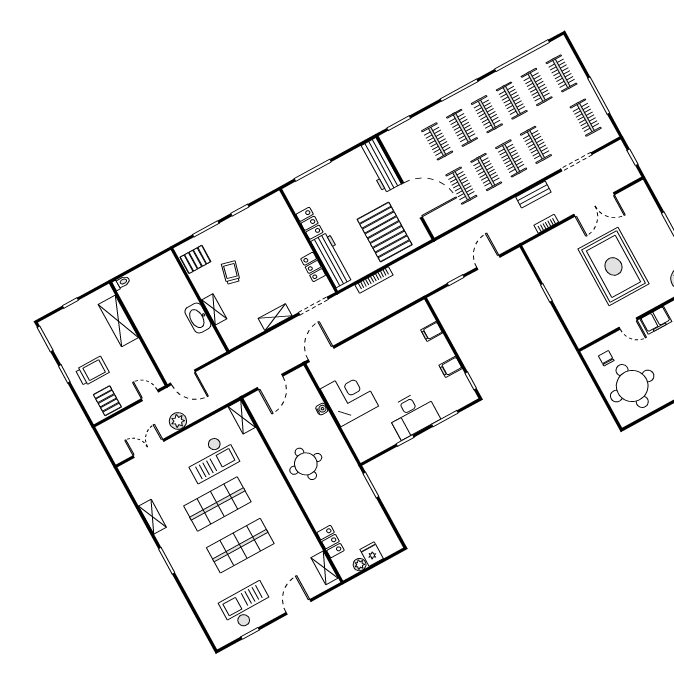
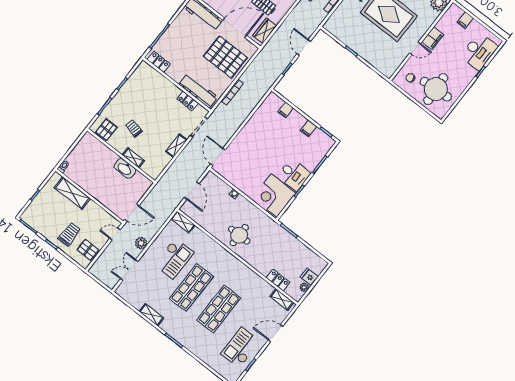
wardrobe: (448, 220) -> (265, 31), added
locker: (310, 223) -> (159, 62), moved
corner desk: (349, 398) -> (274, 196), moved, turned -90
desk: (413, 414) -> (294, 175), width x0.73
door: (298, 607) -> (275, 333), hinge flipped

